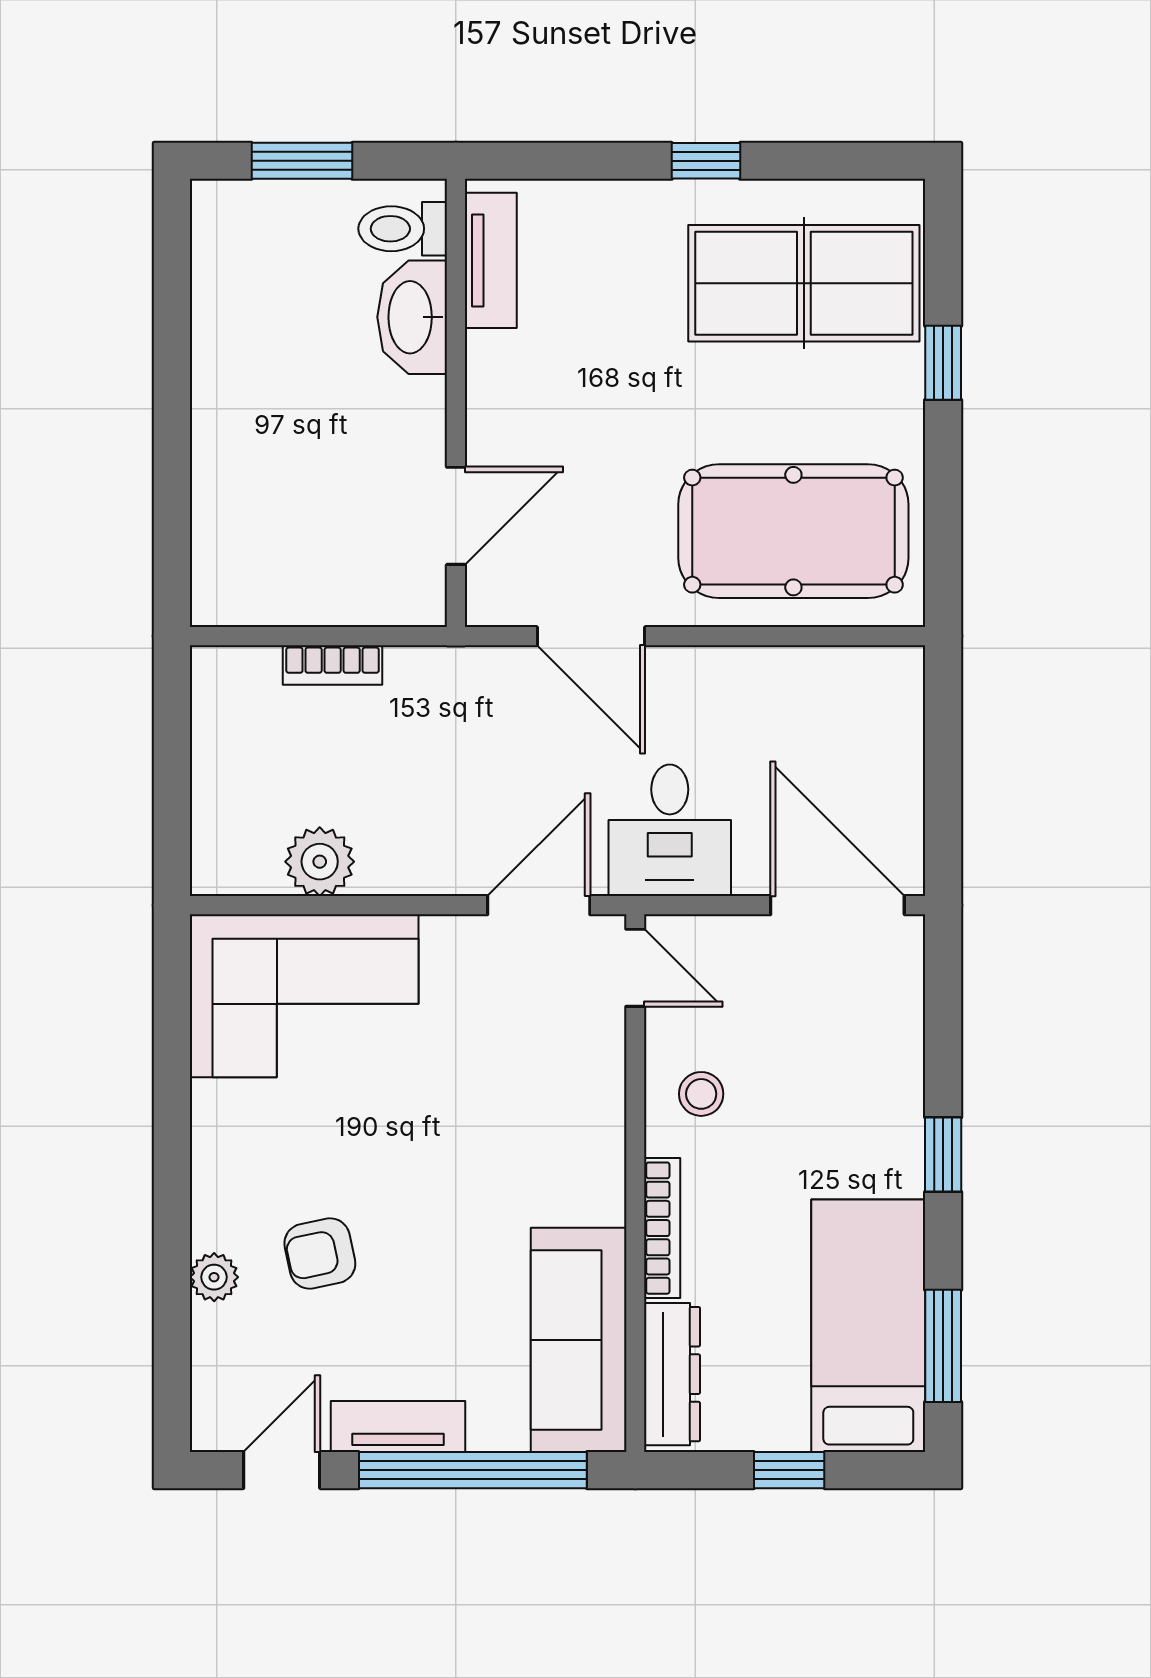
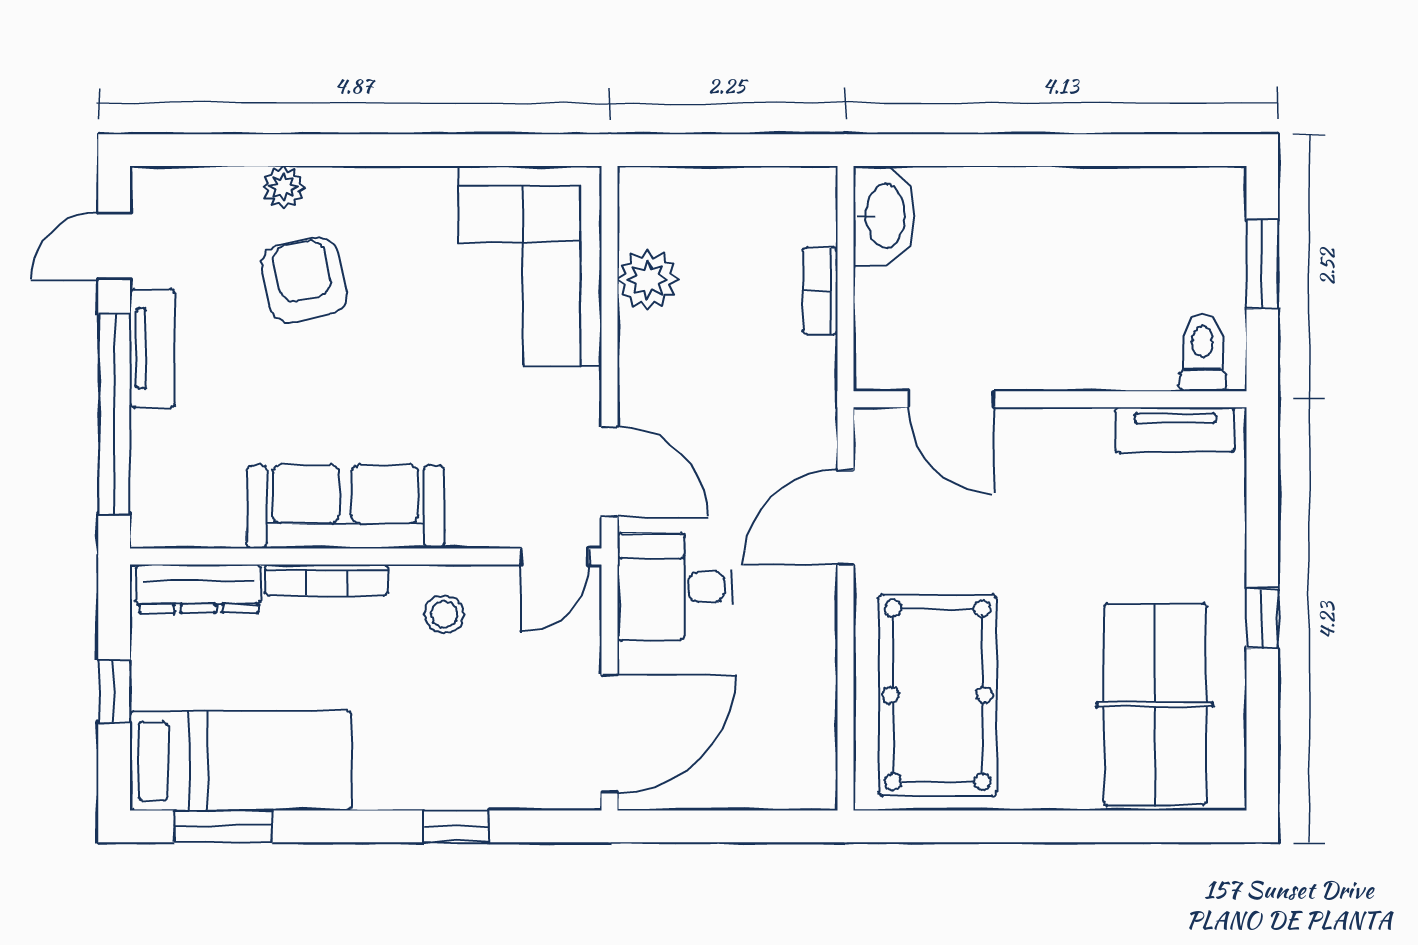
washbasin: (412, 317) -> (884, 216), moved, turned 90
window: (943, 363) -> (1085, 826), removed
window: (943, 1155) -> (456, 826), moved
armchair: (320, 1254) -> (304, 280), width x1.38, depth x1.38
sofa: (579, 1340) -> (345, 507), moved
door: (282, 1470) -> (114, 246), swing flipped

